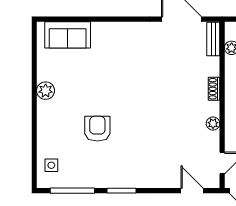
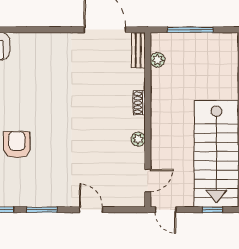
door: (192, 191) -> (91, 210), moved

